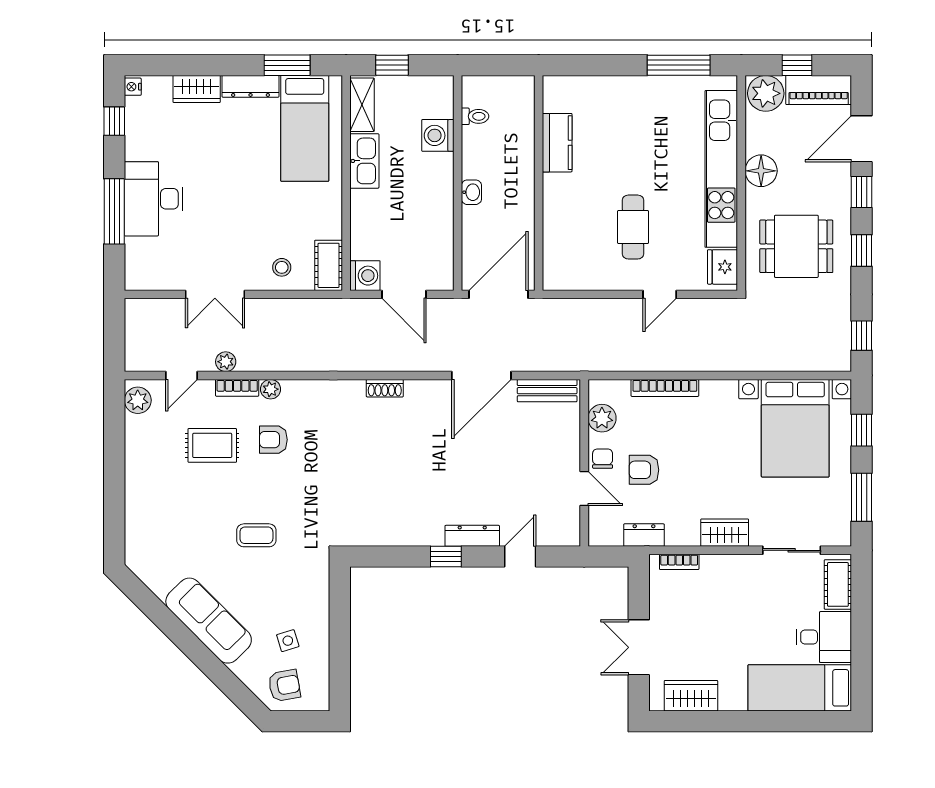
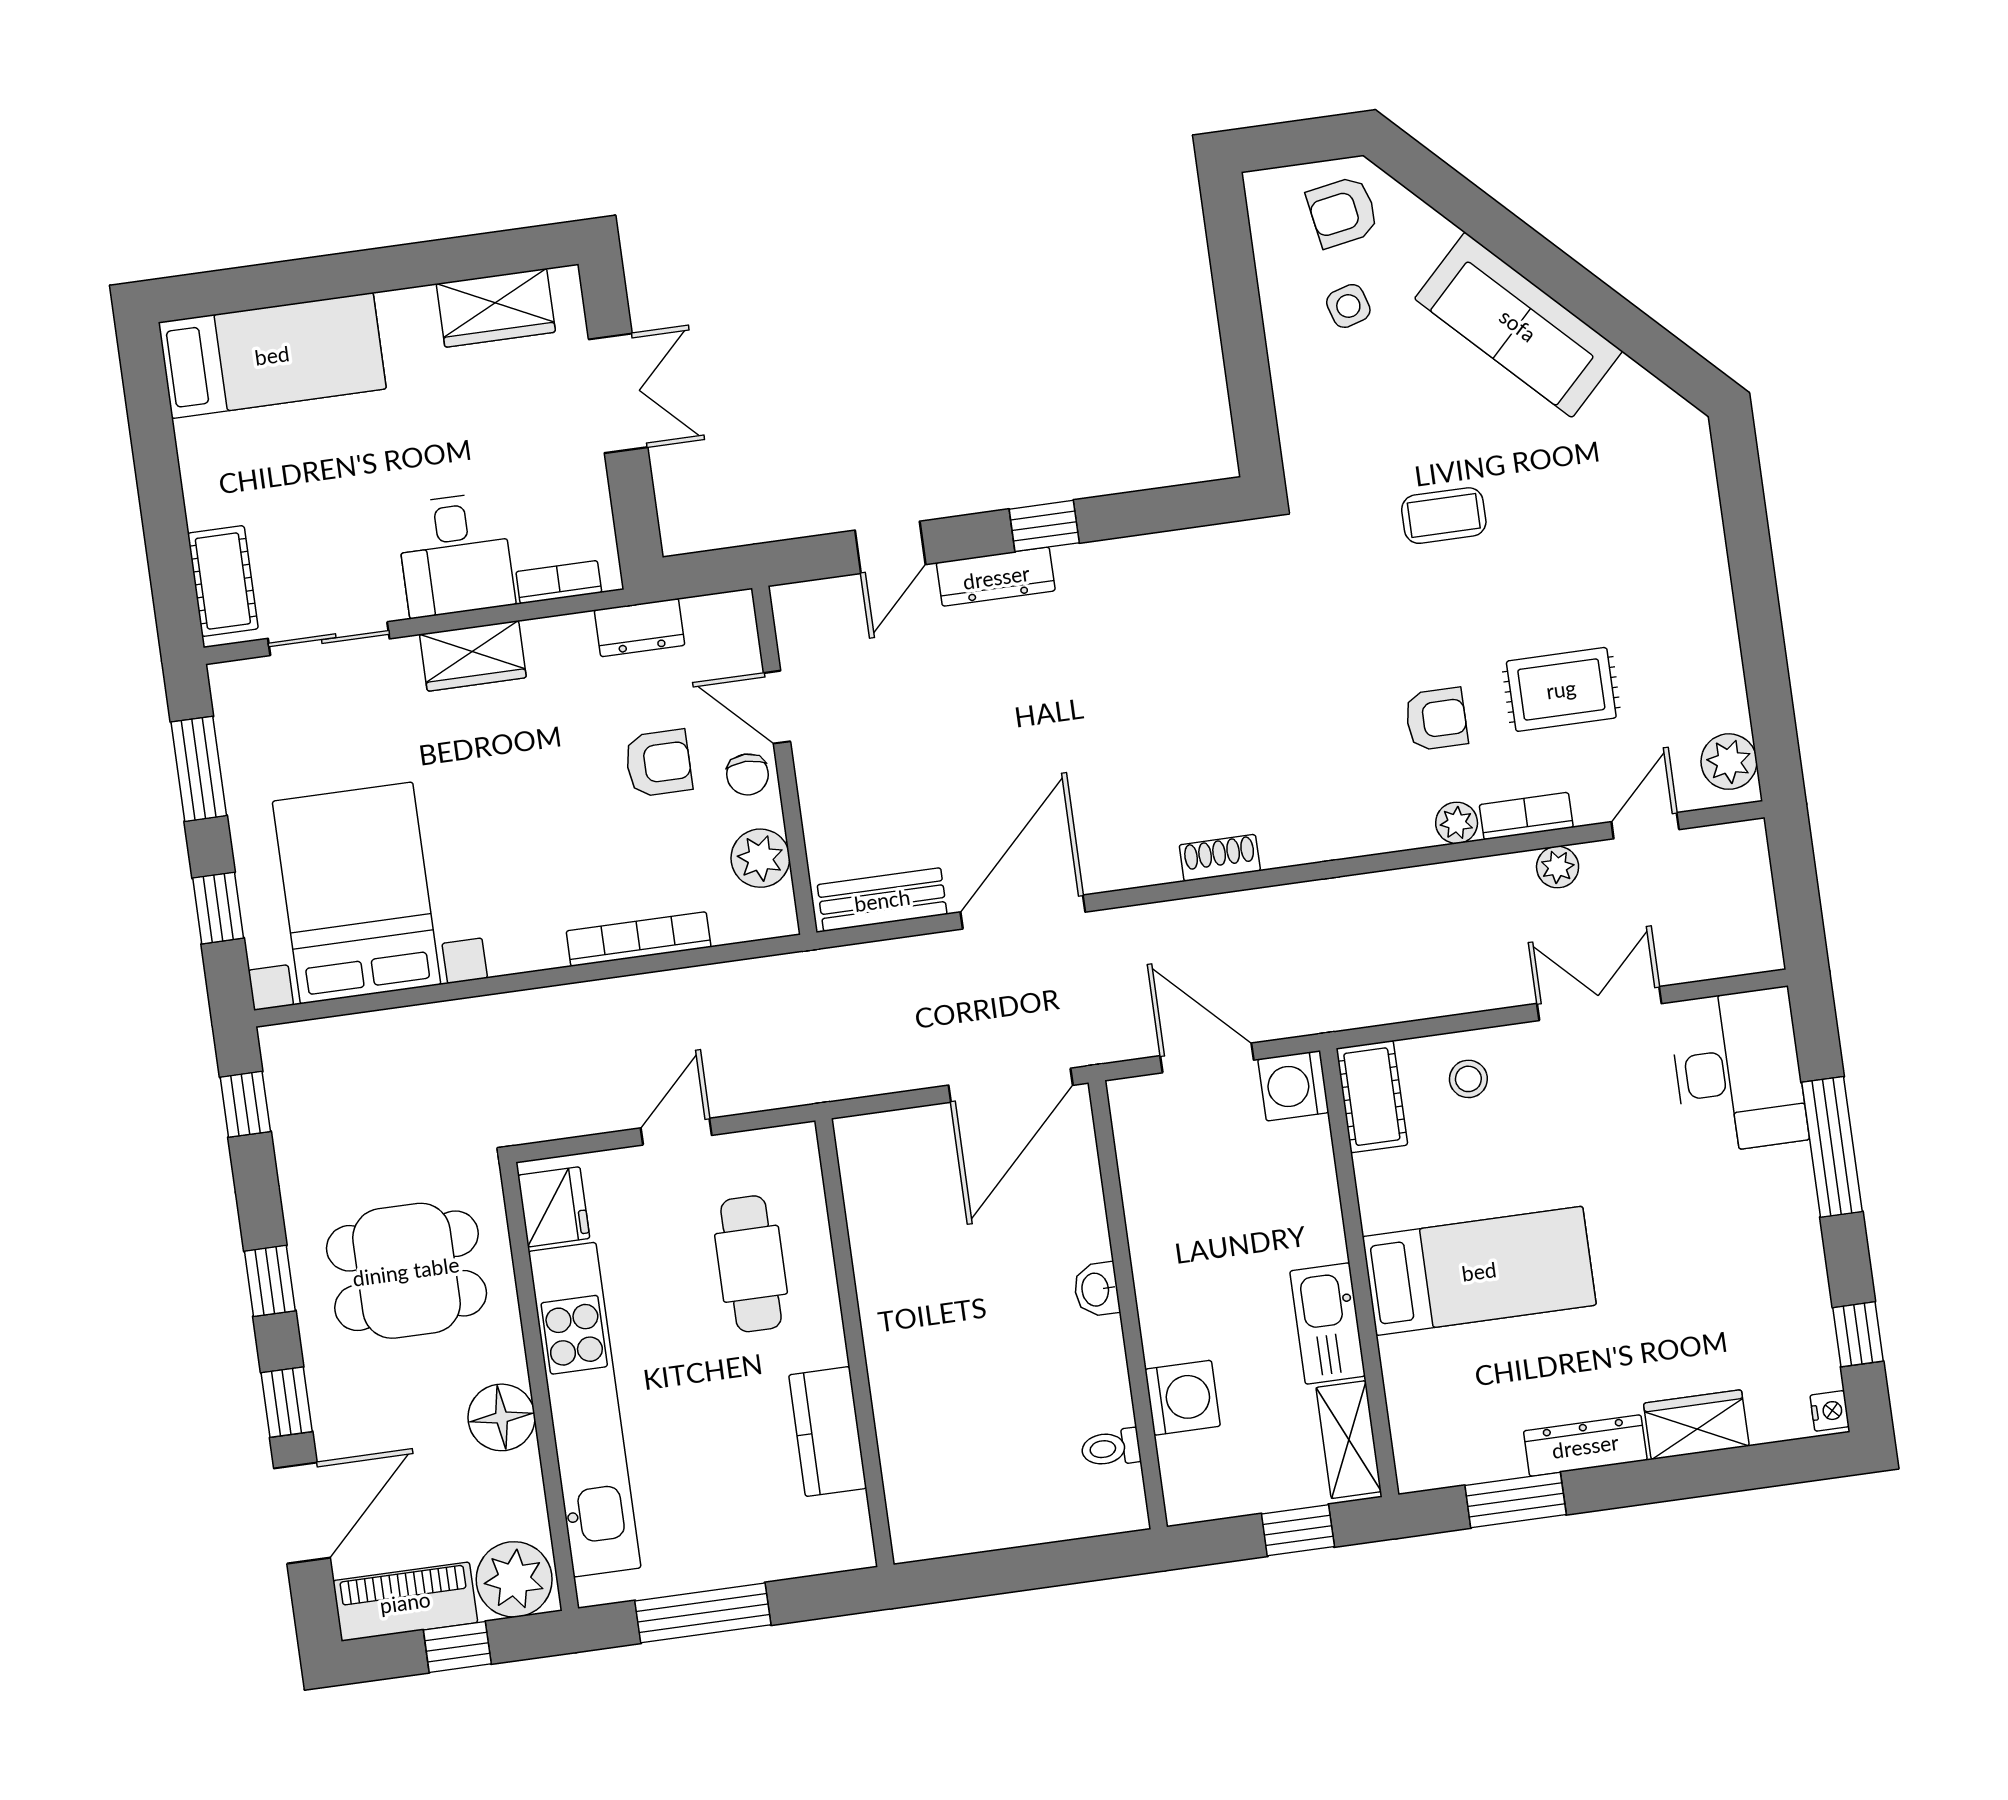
bed: (305, 128) -> (1479, 1271), moved, turned 90
kitchen counter: (557, 143) -> (828, 1432), moved
wall: (539, 183) -> (854, 1343), moved
desk: (154, 199) -> (1738, 1071), moved
desk: (824, 637) -> (455, 555), moved, turned -90

